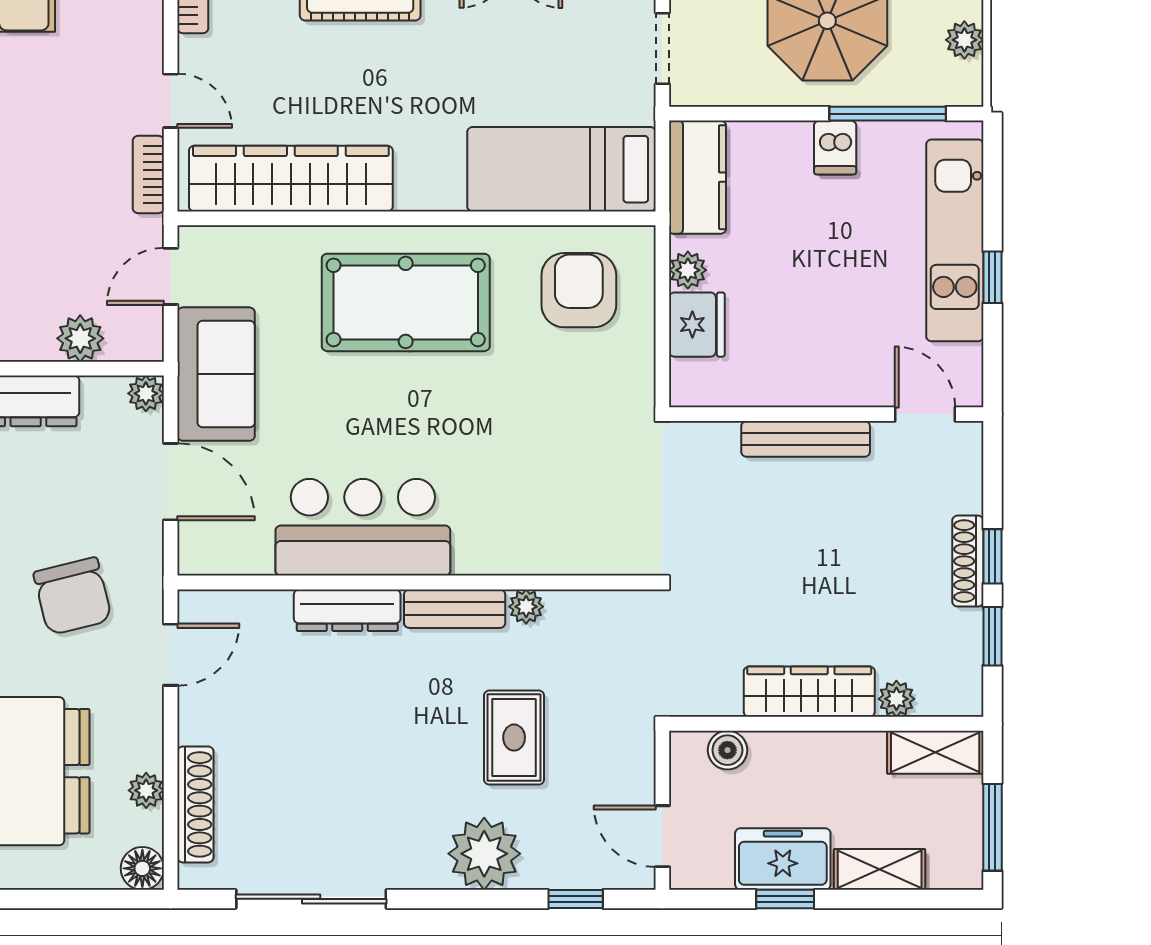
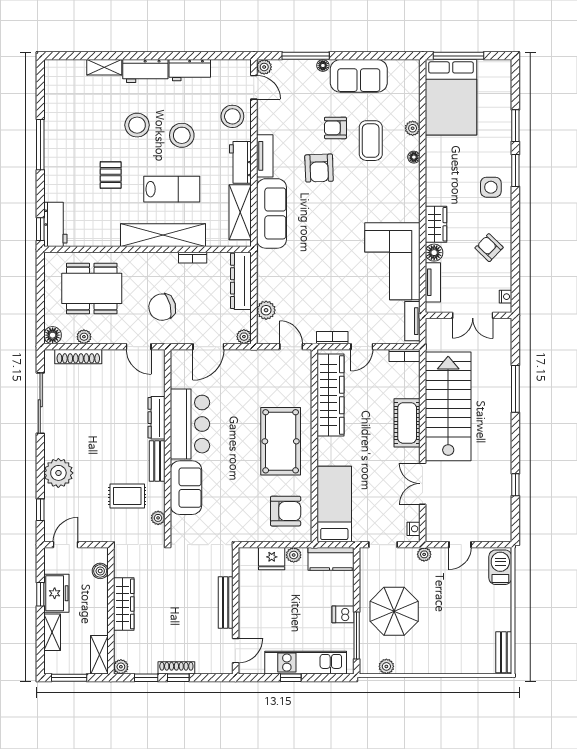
sofa: (216, 374) -> (186, 488), moved, turned -90
plant: (526, 607) -> (158, 518), moved
plant: (896, 699) -> (121, 667), moved
rug: (514, 738) -> (127, 496), moved

